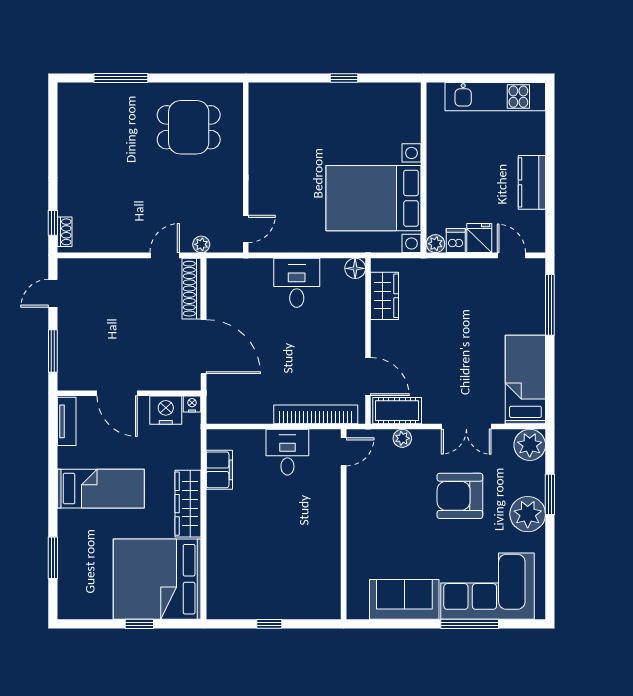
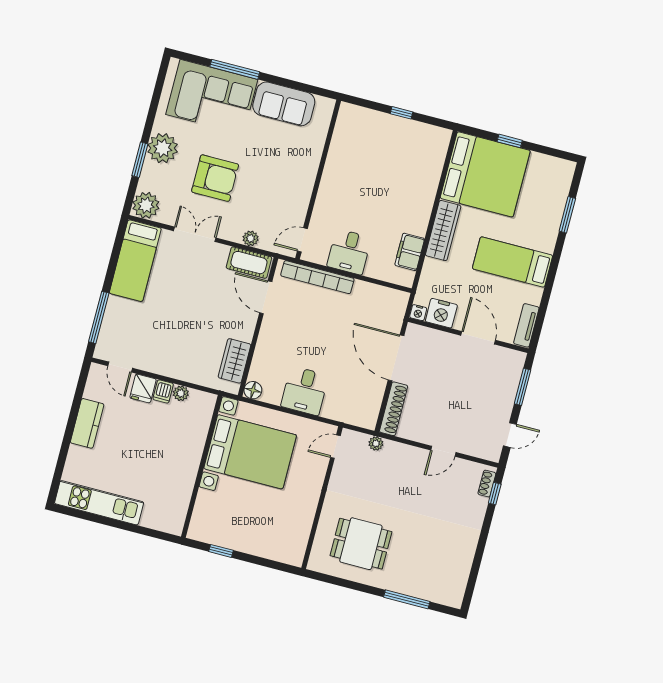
wall: (424, 168) -> (202, 466), moved
bed with nightstands: (374, 198) -> (250, 452), moved
door: (165, 255) -> (443, 451), moved

